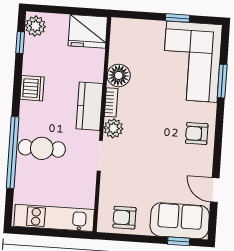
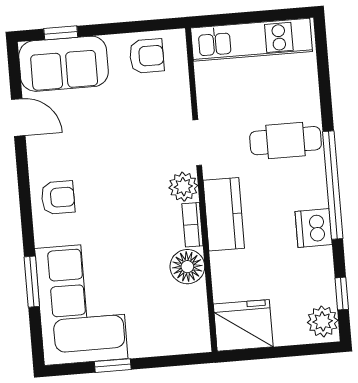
window: (13, 153) -> (333, 185), moved

